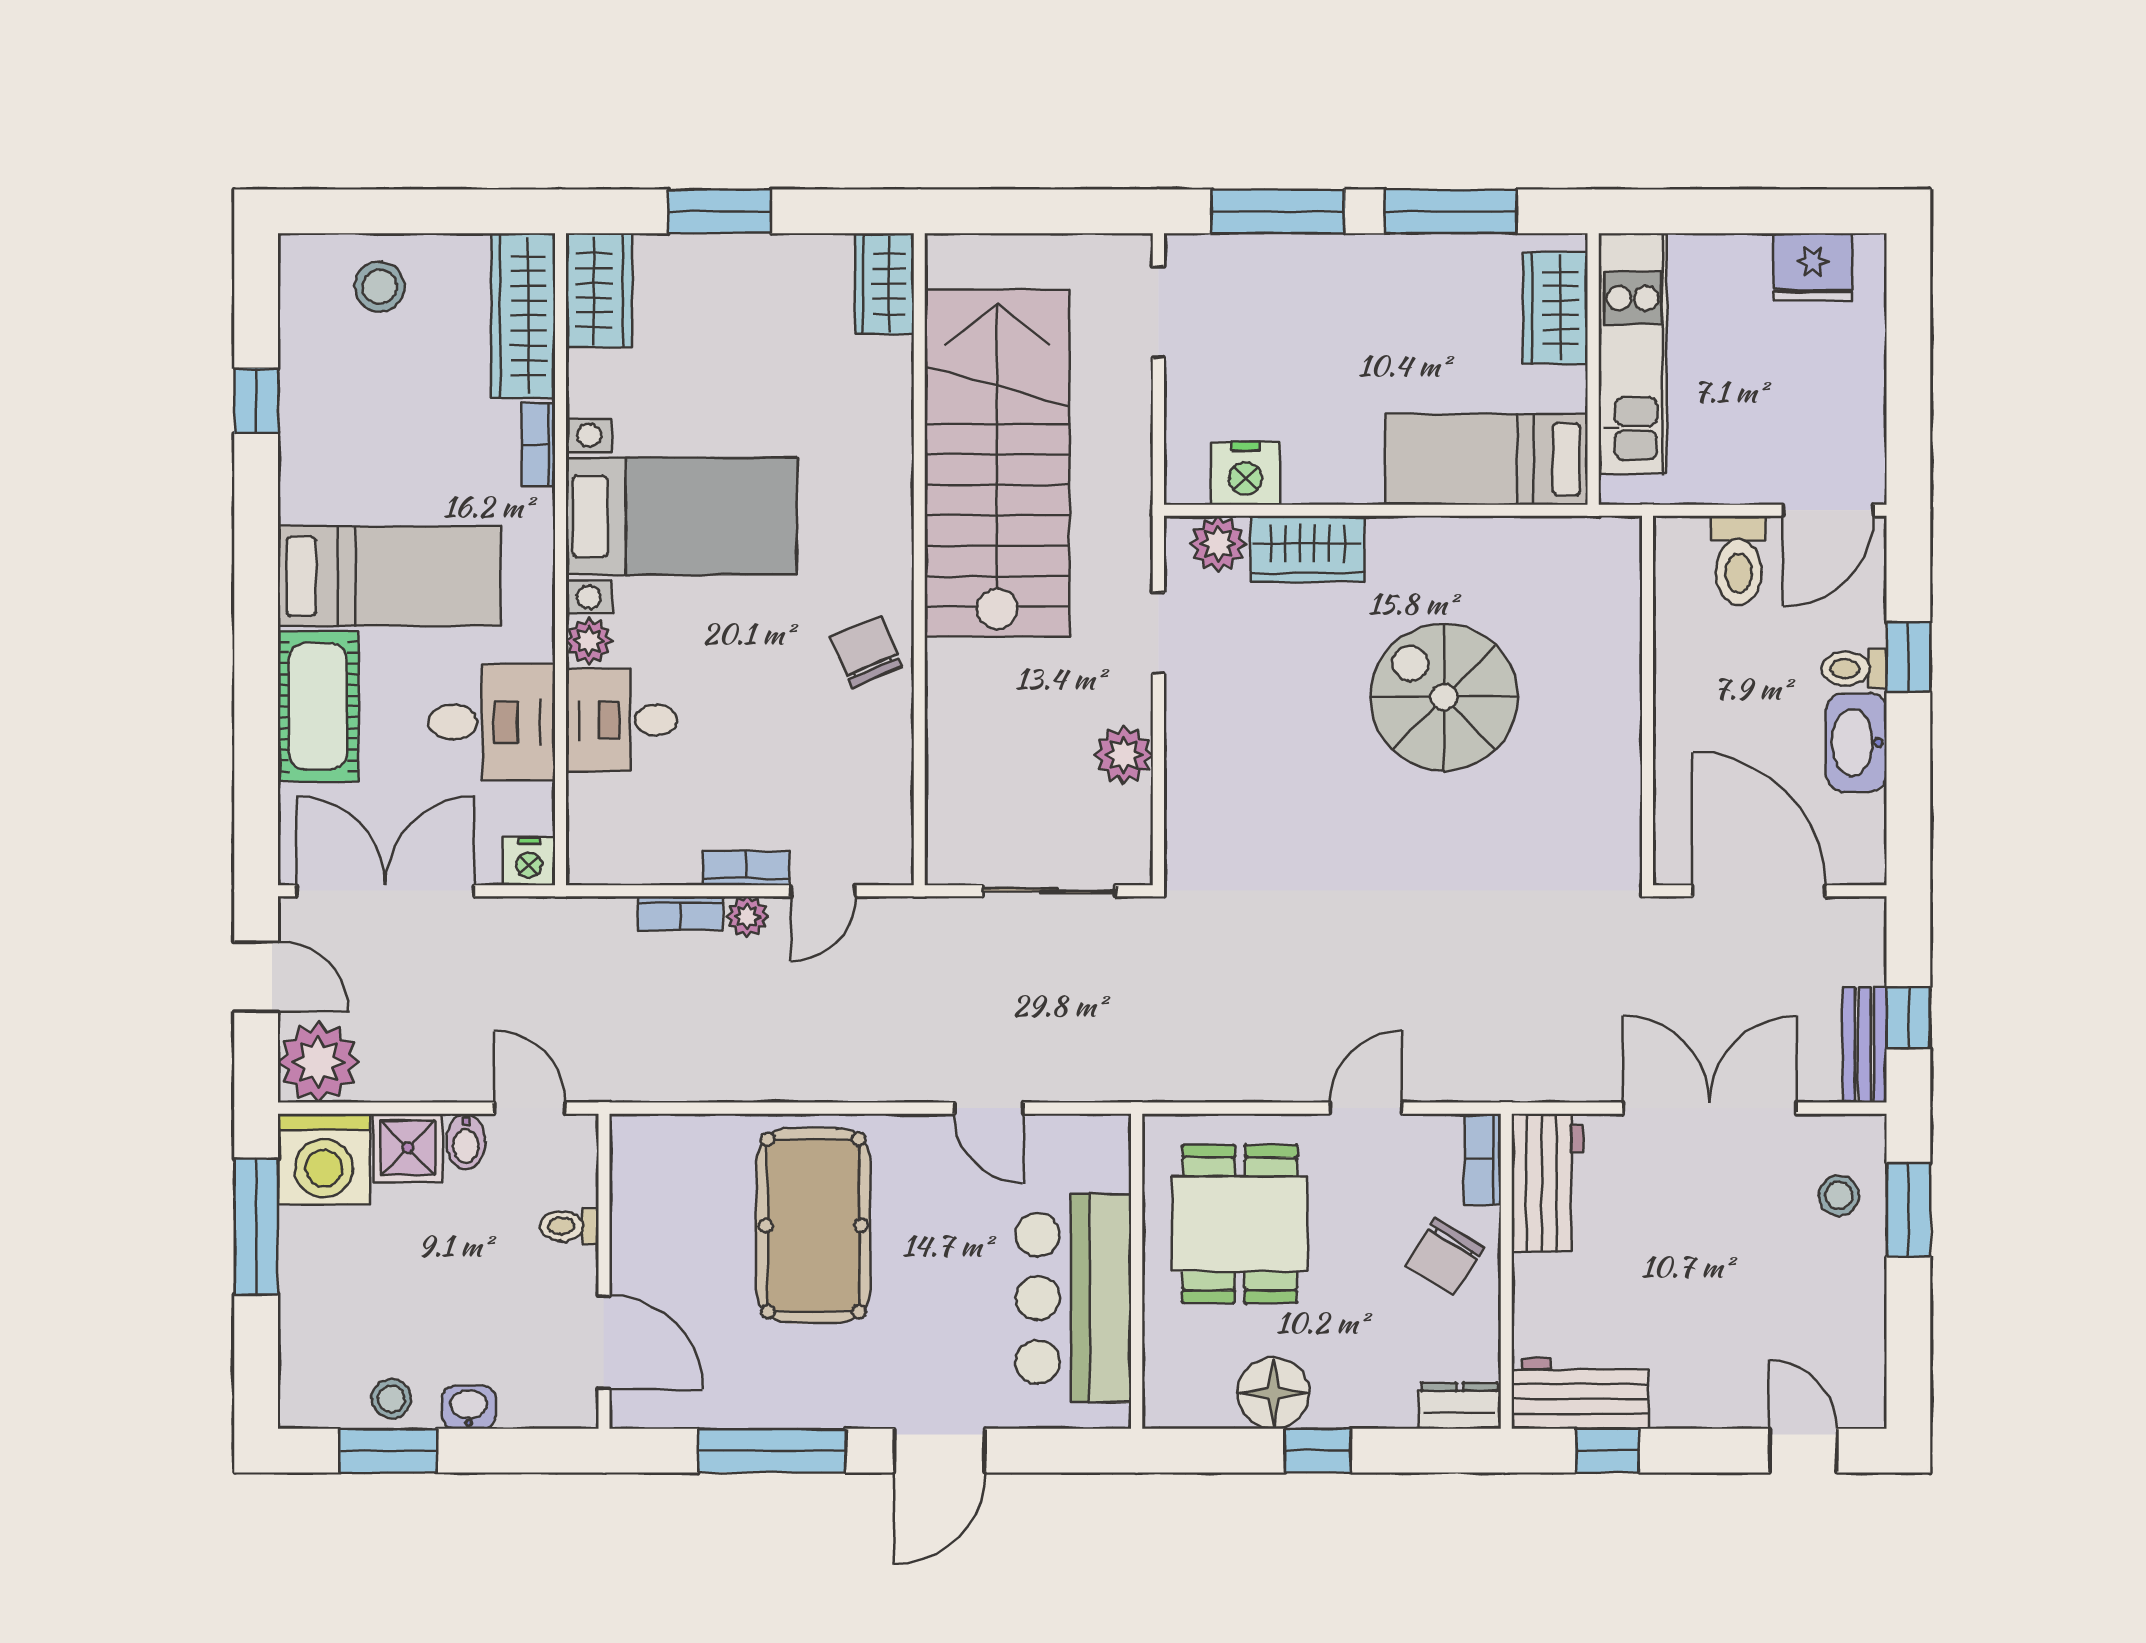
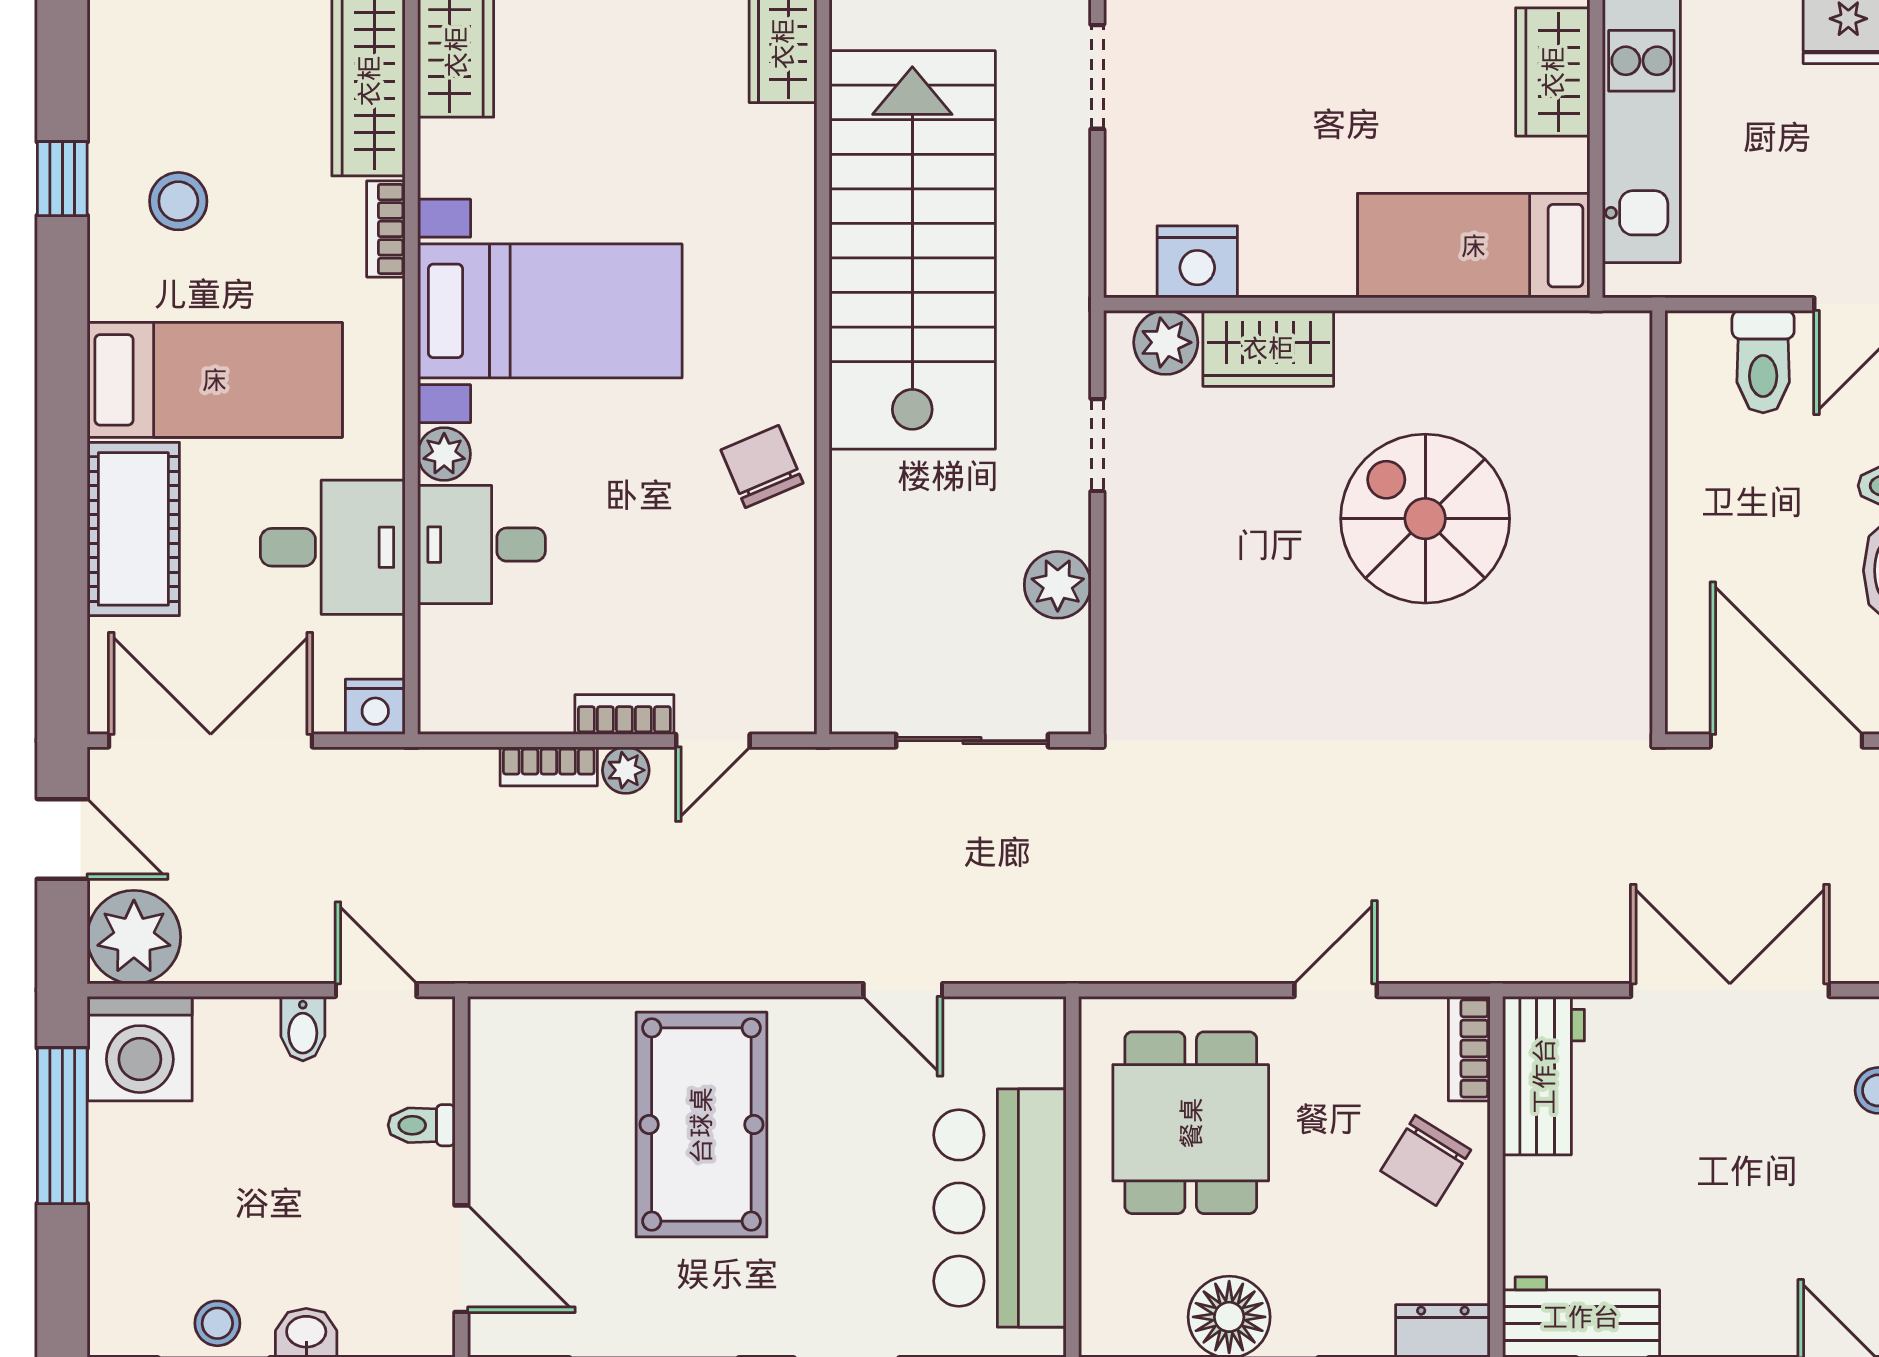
stool: (379, 287) -> (178, 201), moved
shower: (408, 1148) -> (236, 1036), removed

